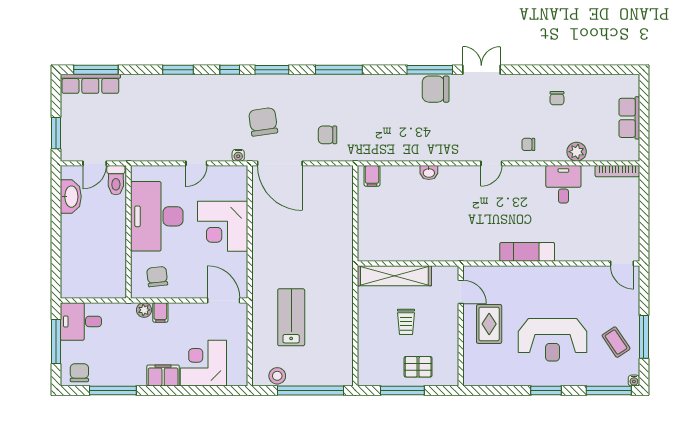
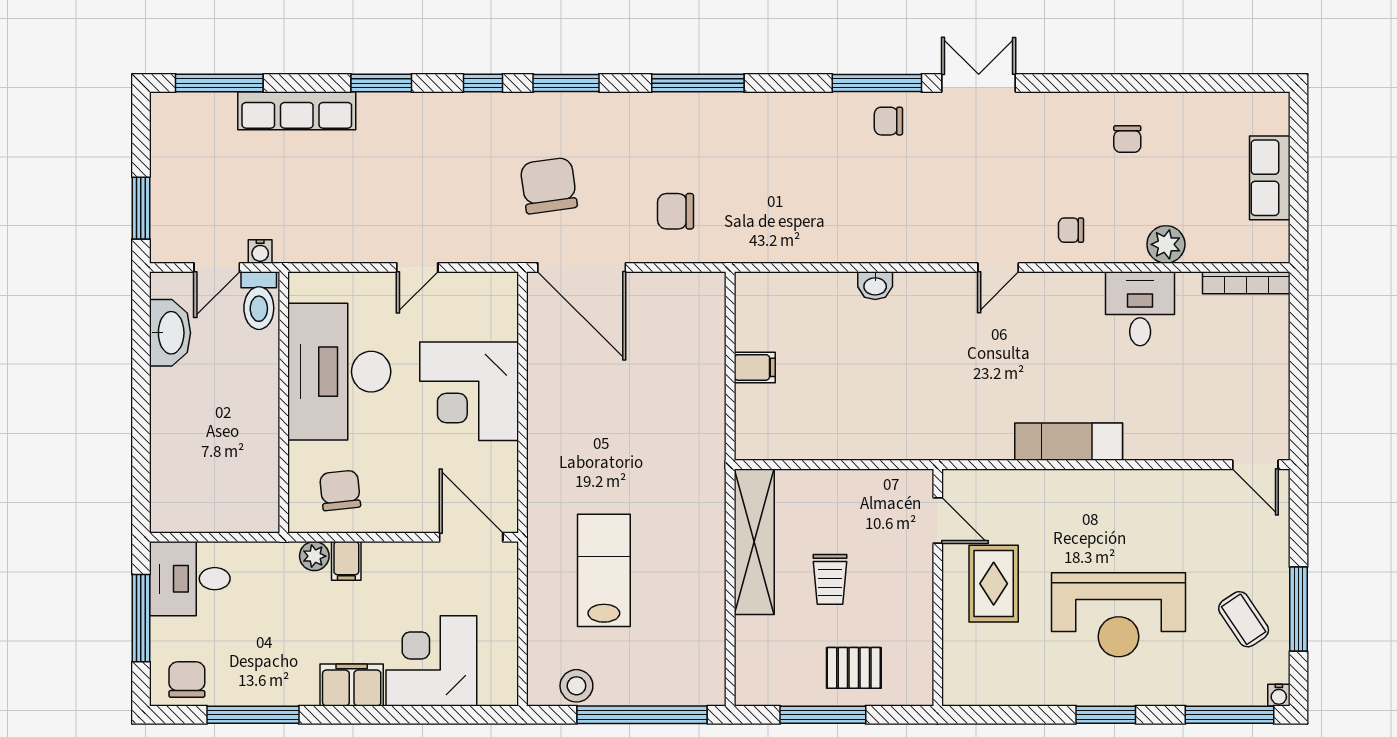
row of seats: (90, 84) -> (297, 111), moved
chair: (436, 89) -> (888, 121), width x0.54, depth x0.54
water cooler: (238, 155) -> (260, 251), moved
filing cabinet: (372, 176) -> (755, 367), moved, turned -90
shelving: (394, 276) -> (754, 542), moved, turned 90

